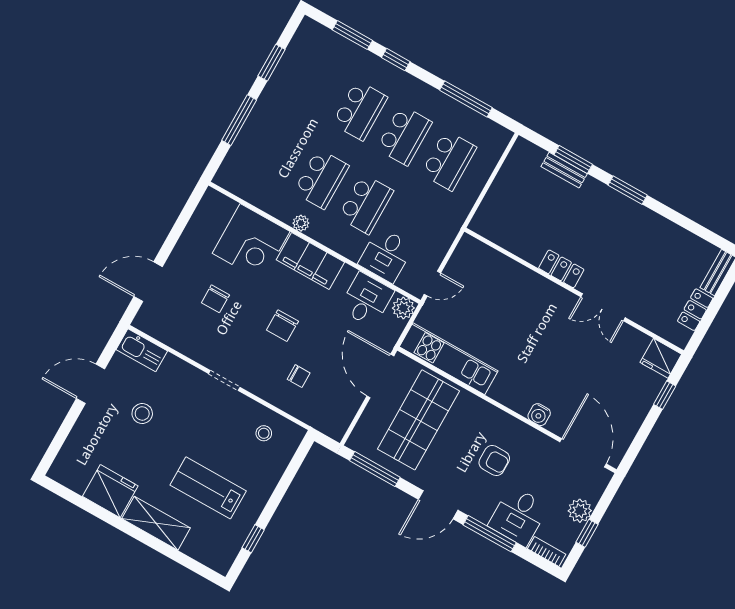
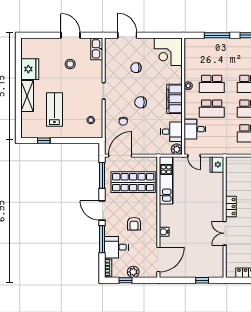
corner desk: (251, 242) -> (168, 52), moved
fridge: (661, 358) -> (217, 165), moved
door: (380, 376) -> (120, 156), moved

